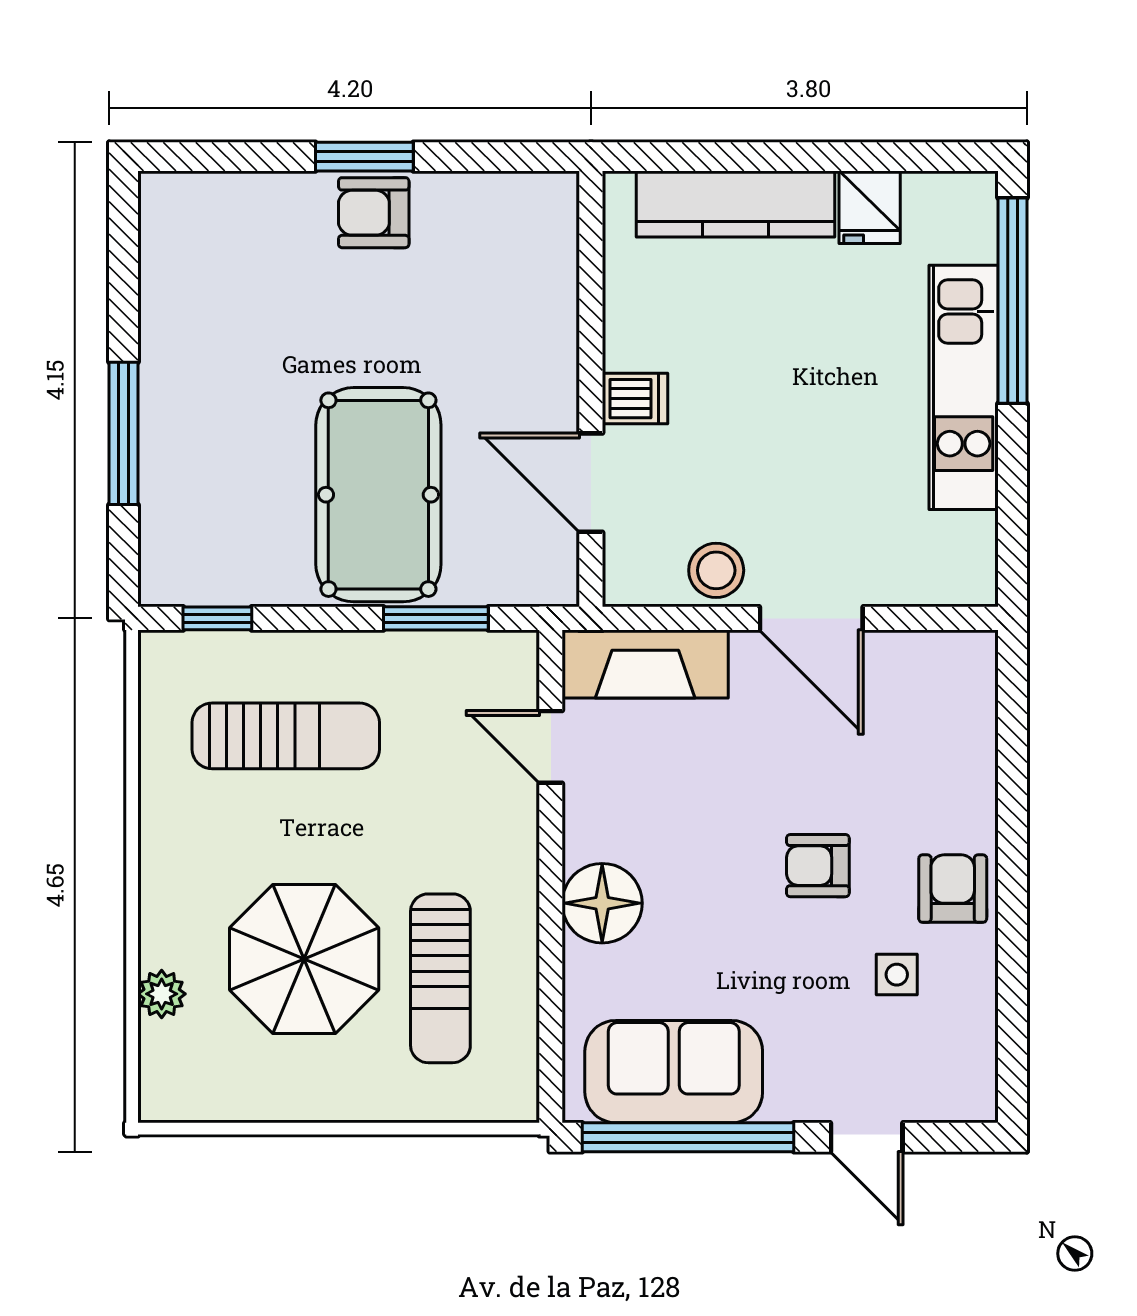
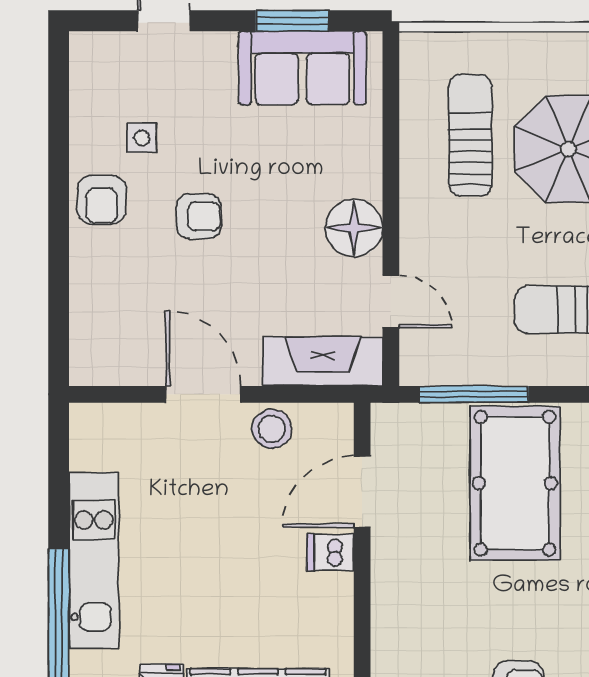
door: (591, 483) -> (362, 492), swing flipped
window: (436, 618) -> (474, 394), width x1.44
floor lamp: (602, 903) -> (354, 228), moved
window: (688, 1137) -> (292, 21), width x0.47

